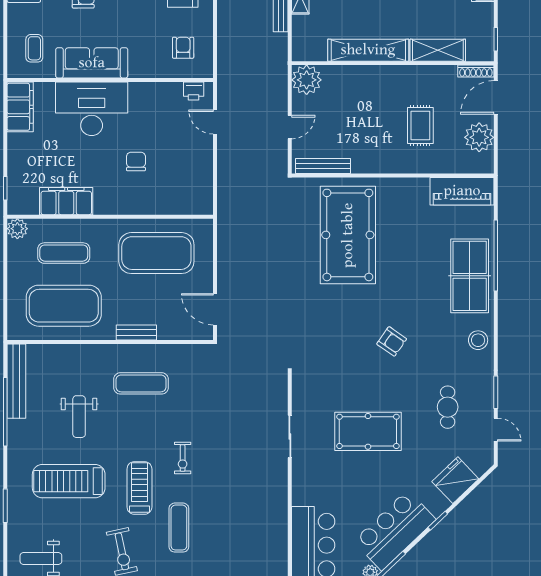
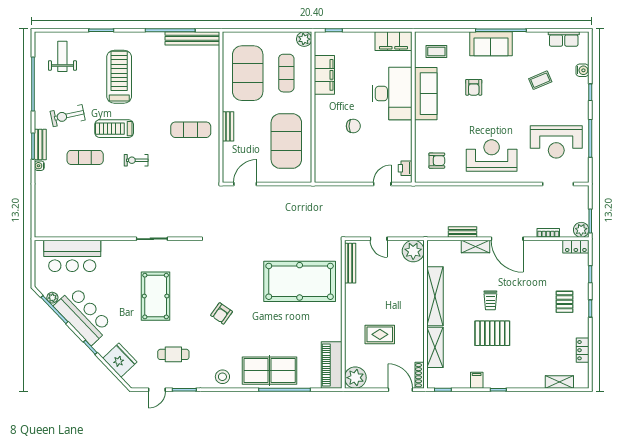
plant: (479, 137) -> (355, 378), moved
exercise mat: (141, 383) -> (191, 130), turned 90
weight bench: (79, 417) -> (166, 84), removed
treadmill: (139, 488) -> (114, 129), turned 180

